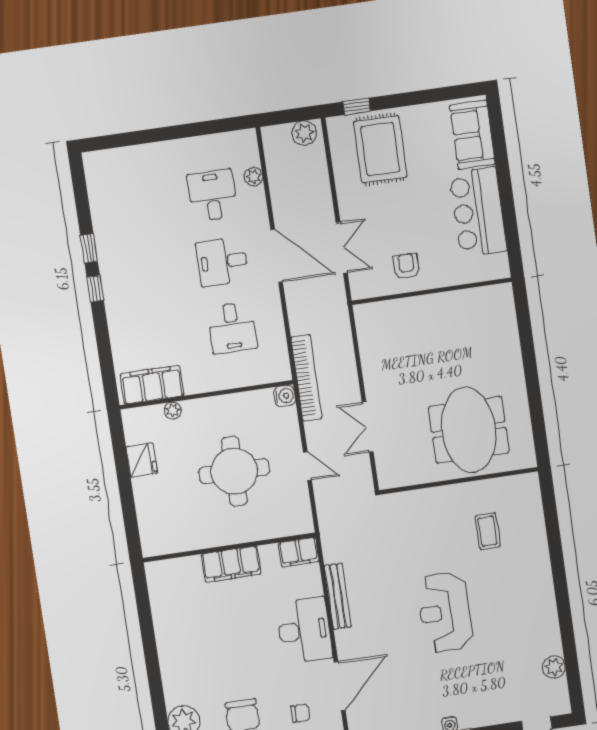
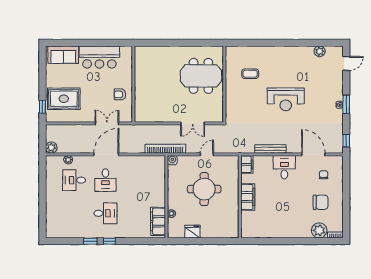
plant: (304, 133) -> (51, 148), moved
desk: (232, 328) -> (105, 213), moved
desk: (304, 630) -> (284, 167), width x0.73

